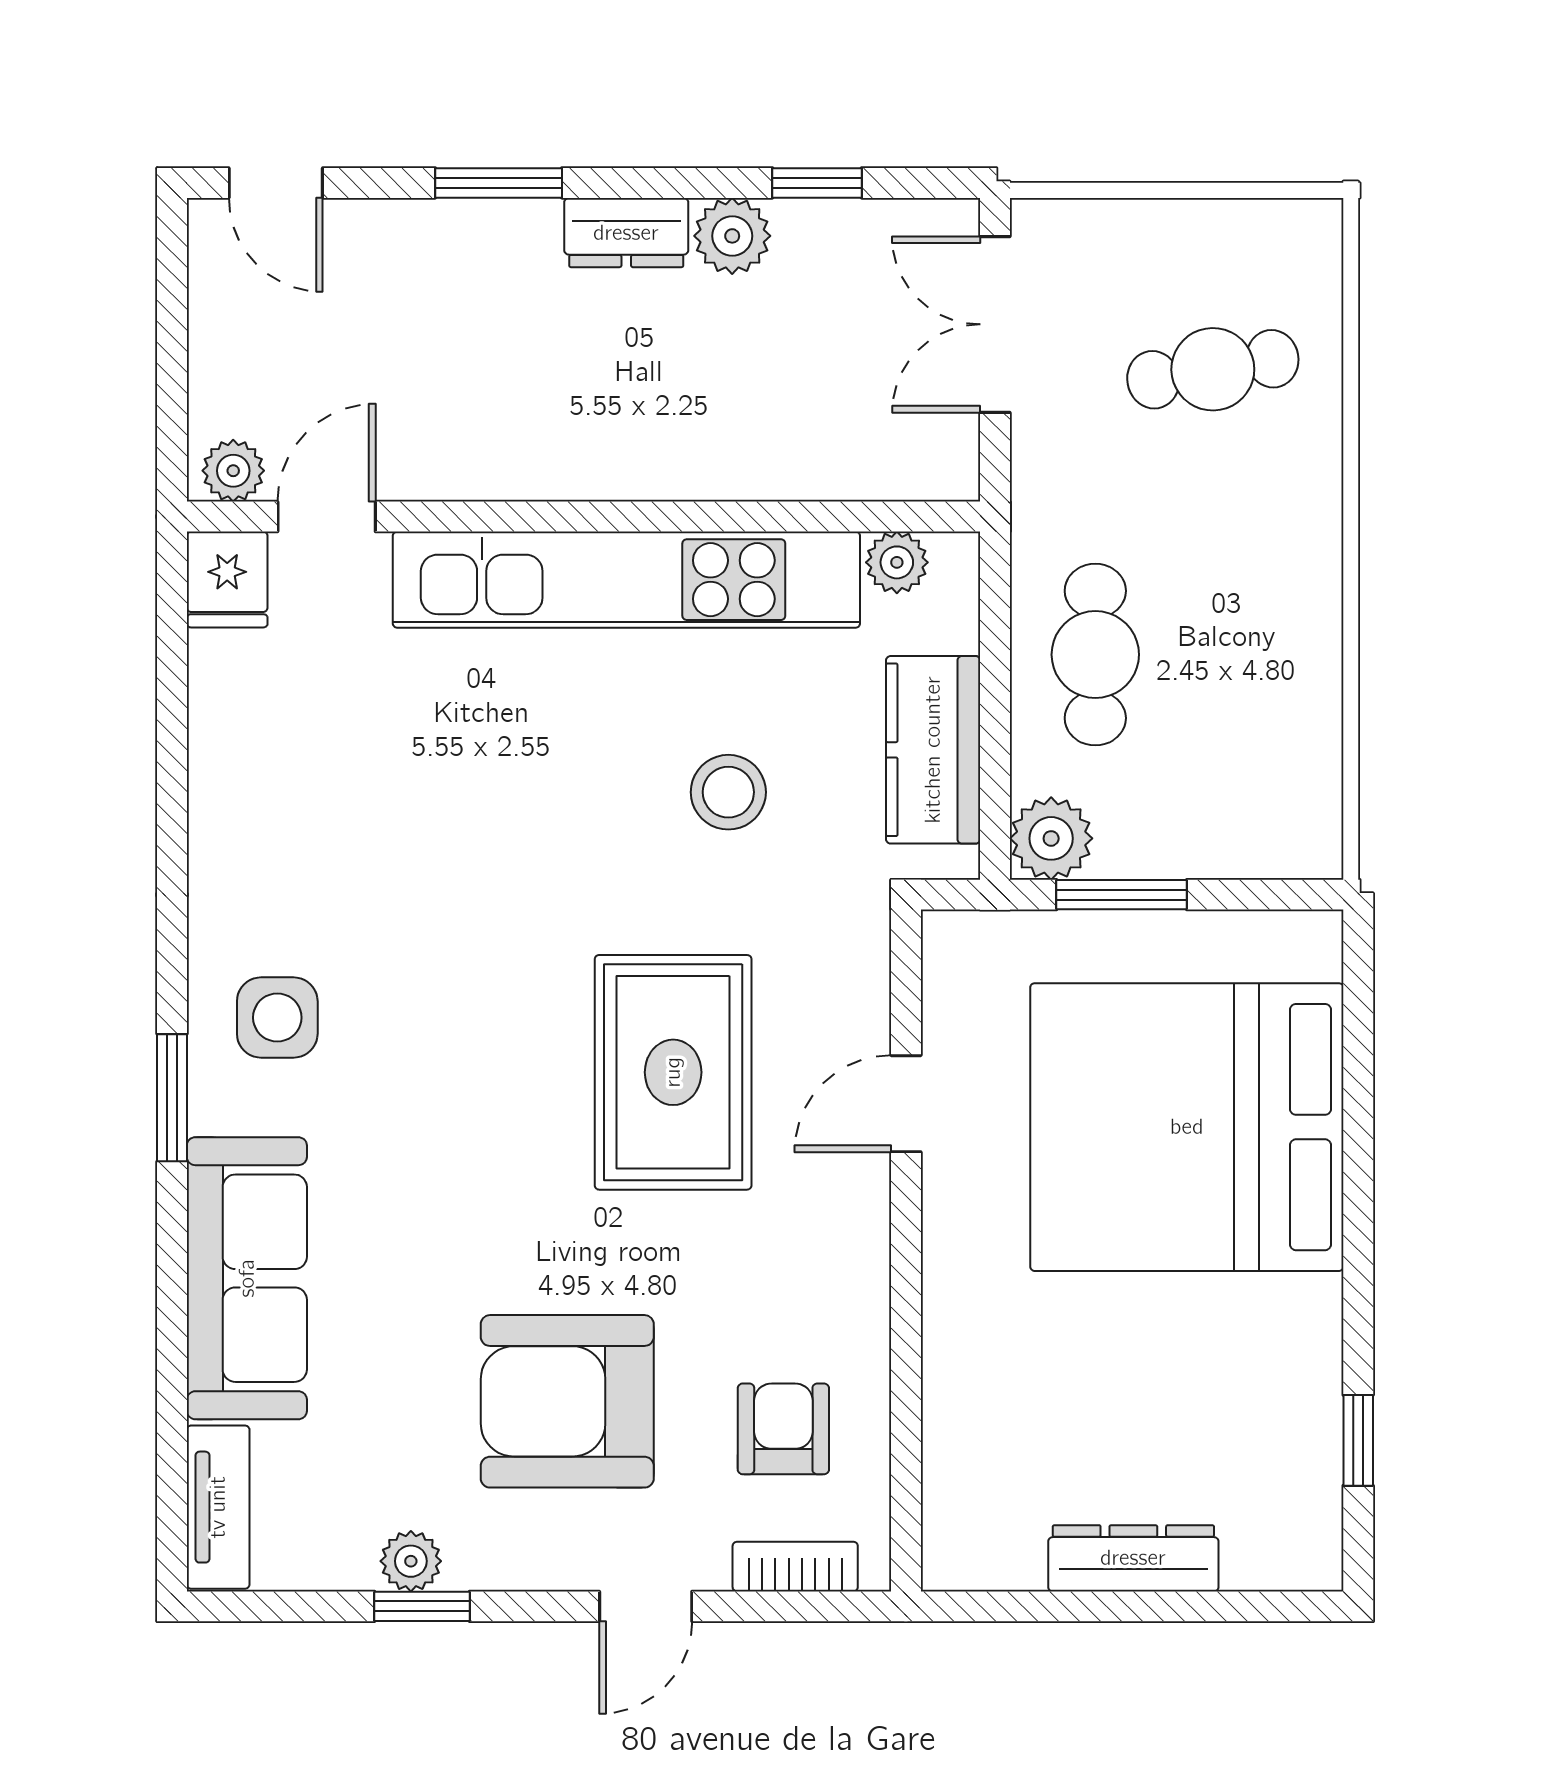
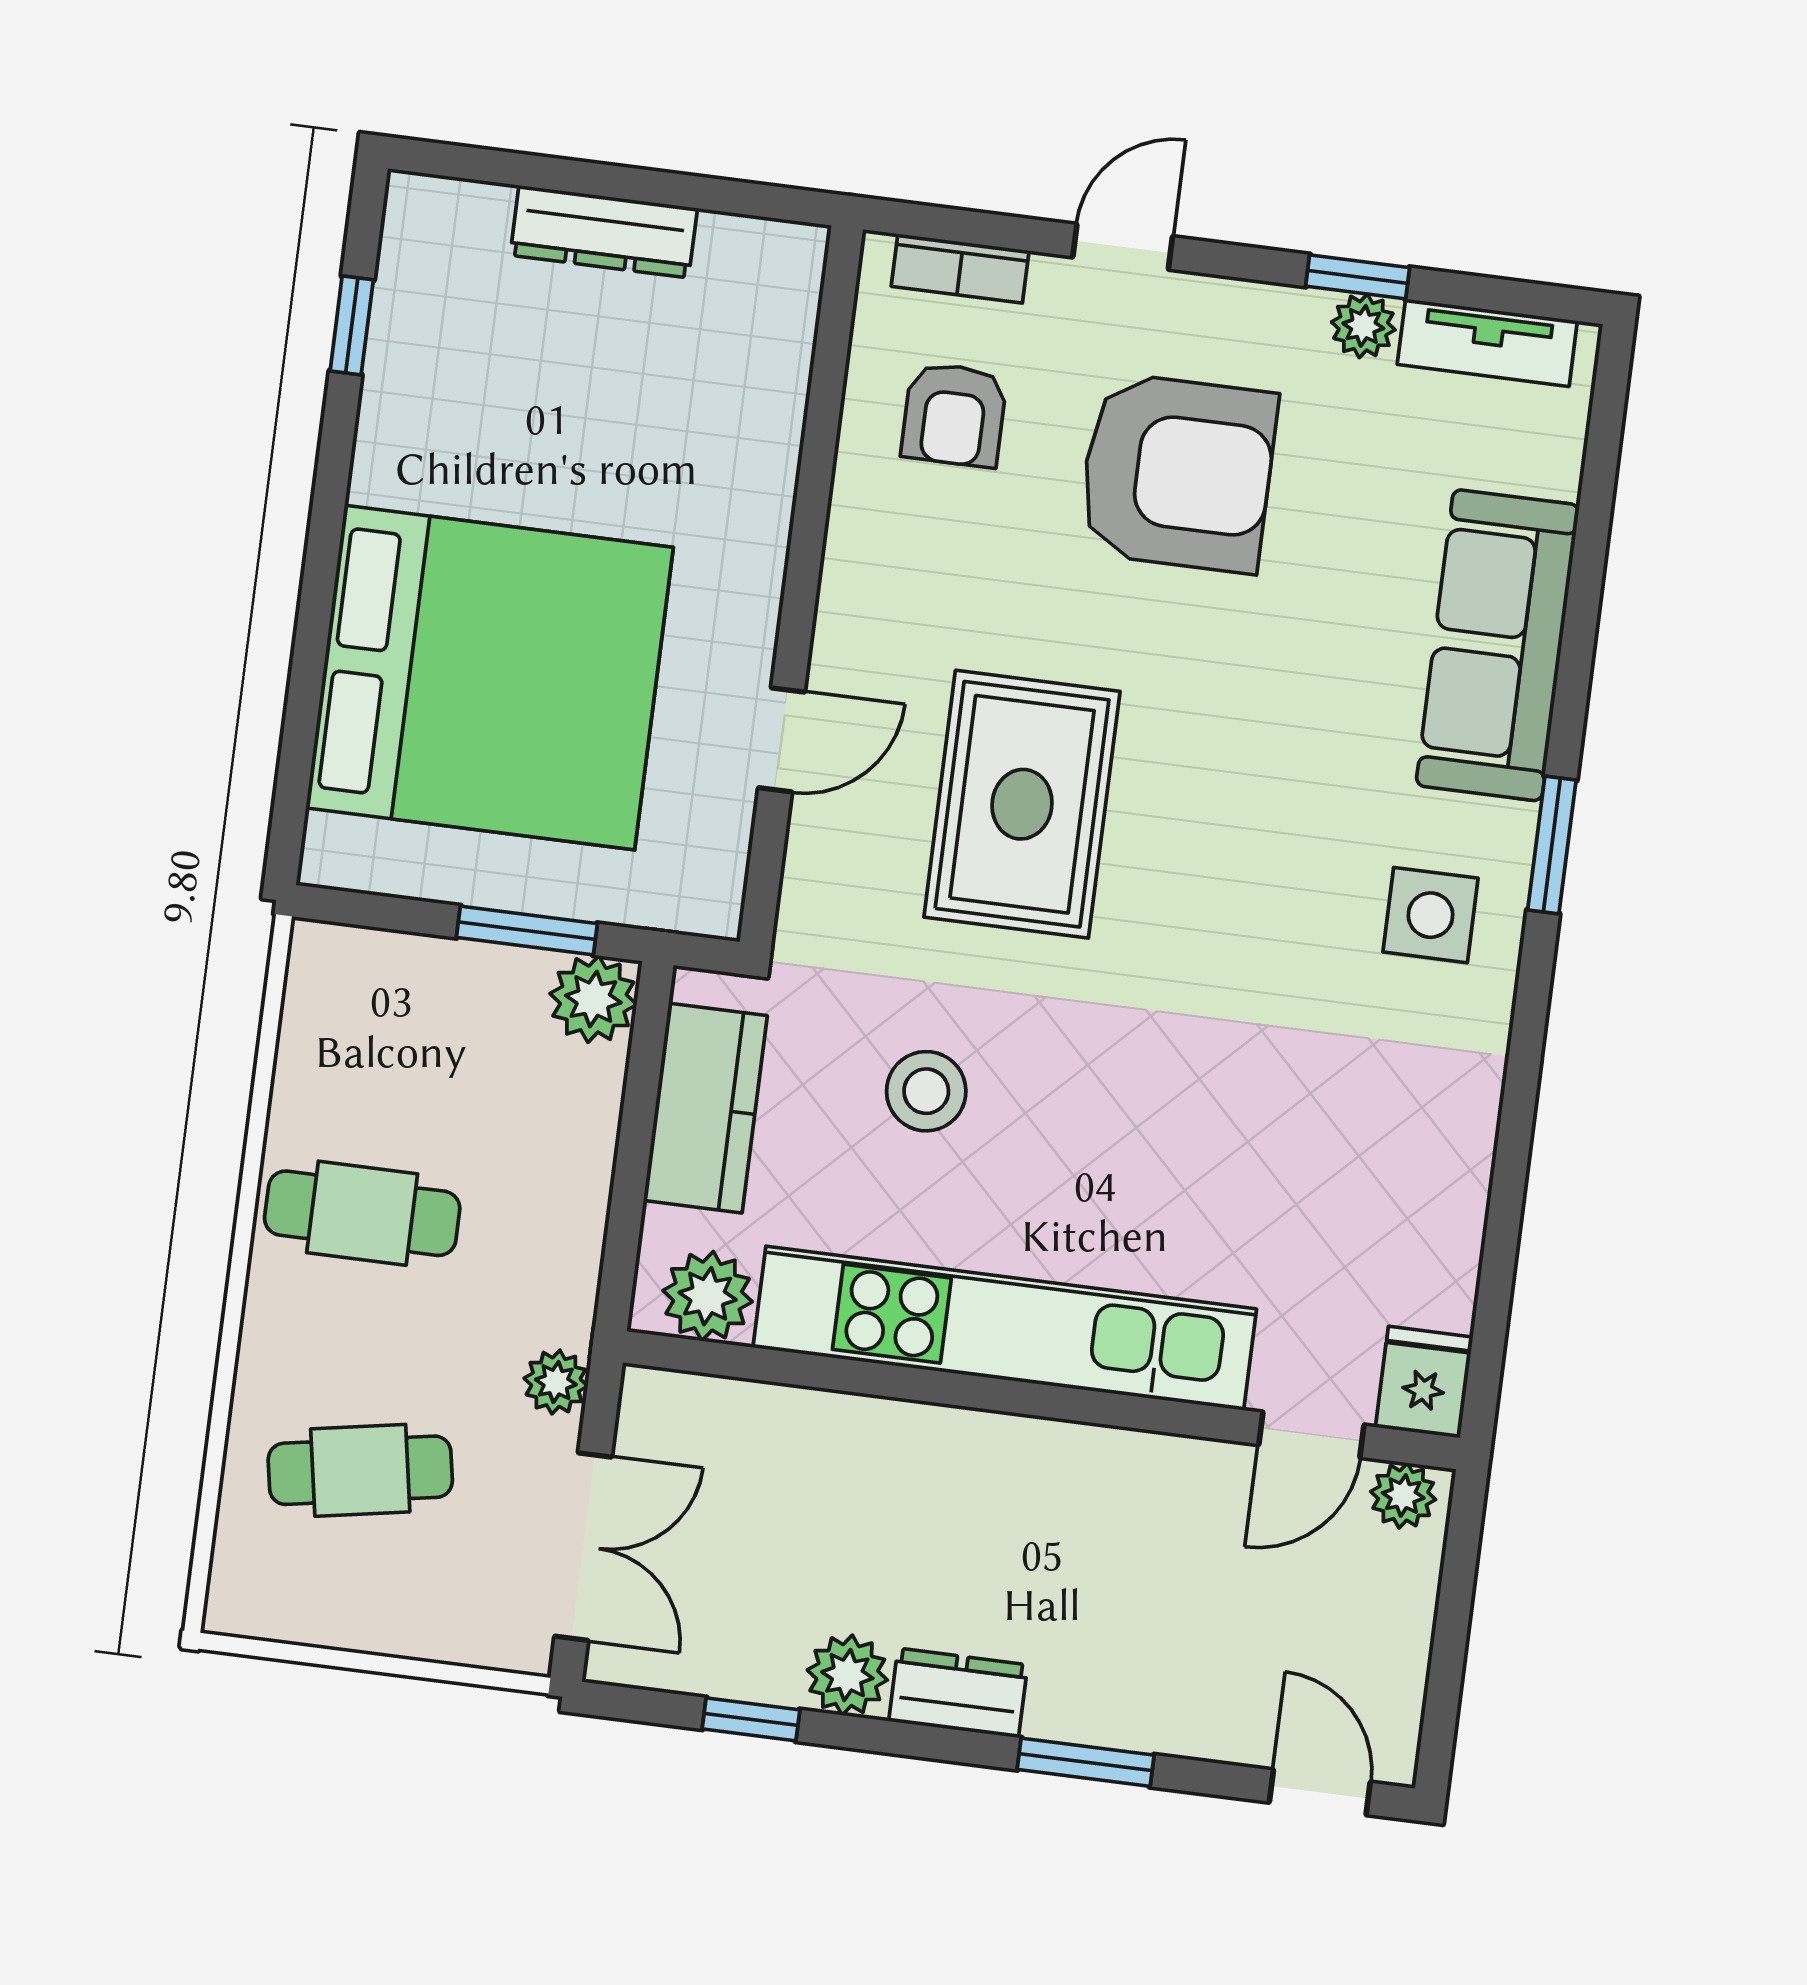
plant: (1040, 475) -> (556, 1382), added
plant: (897, 562) -> (708, 1296), width x1.38, depth x1.38
cafe table: (1095, 655) -> (362, 1213), moved, turned 90
tv unit: (218, 1507) -> (1487, 343), moved, turned -90

